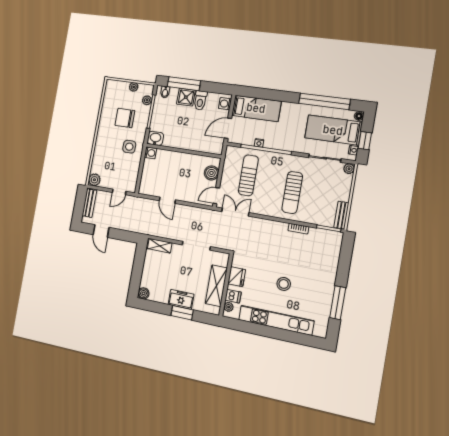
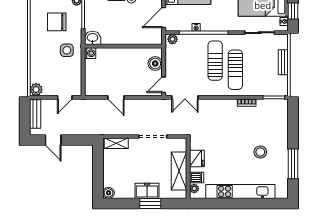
plant: (349, 169) -> (172, 39), moved
sun lounger: (248, 175) -> (215, 61), moved
double door: (235, 212) -> (185, 97), swing flipped
bench: (341, 215) -> (283, 62), moved
stool: (284, 284) -> (260, 152), moved

